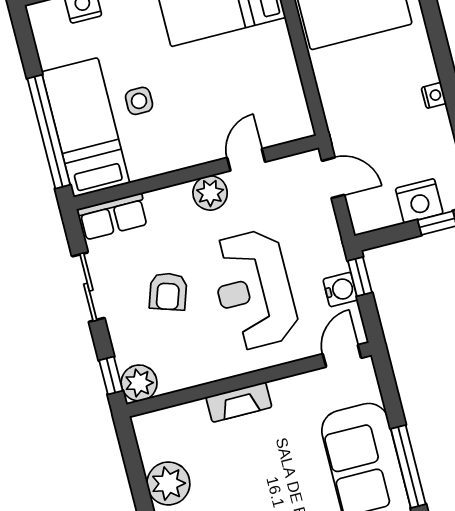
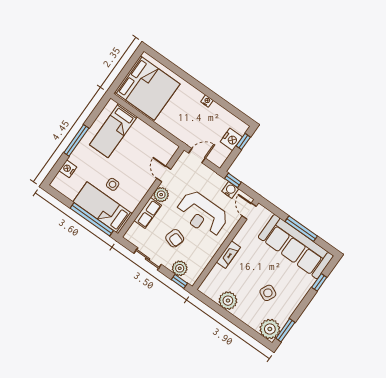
row of seats: (113, 217) -> (148, 213), moved
plant: (139, 383) -> (180, 268), moved

